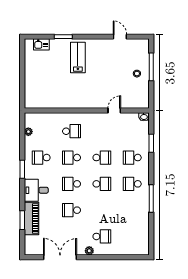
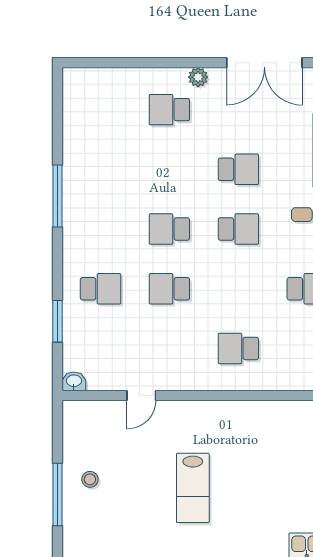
lab bench: (78, 58) -> (193, 488), moved
school desk: (72, 158) -> (238, 289), removed
school desk: (132, 184) -> (100, 229), removed

